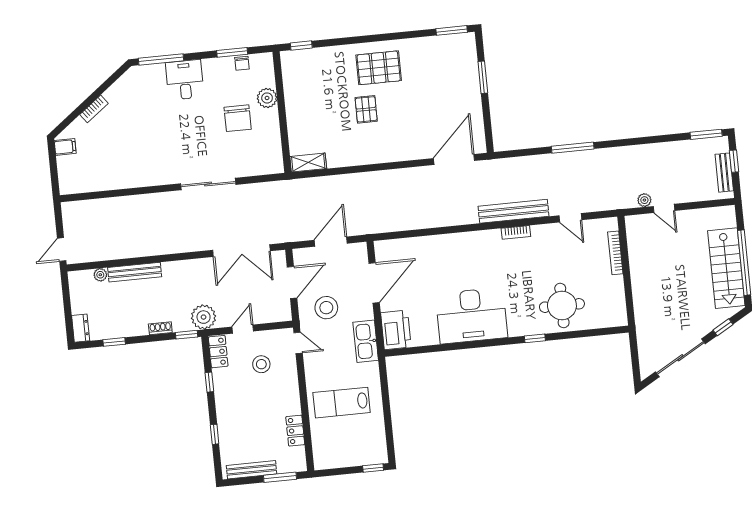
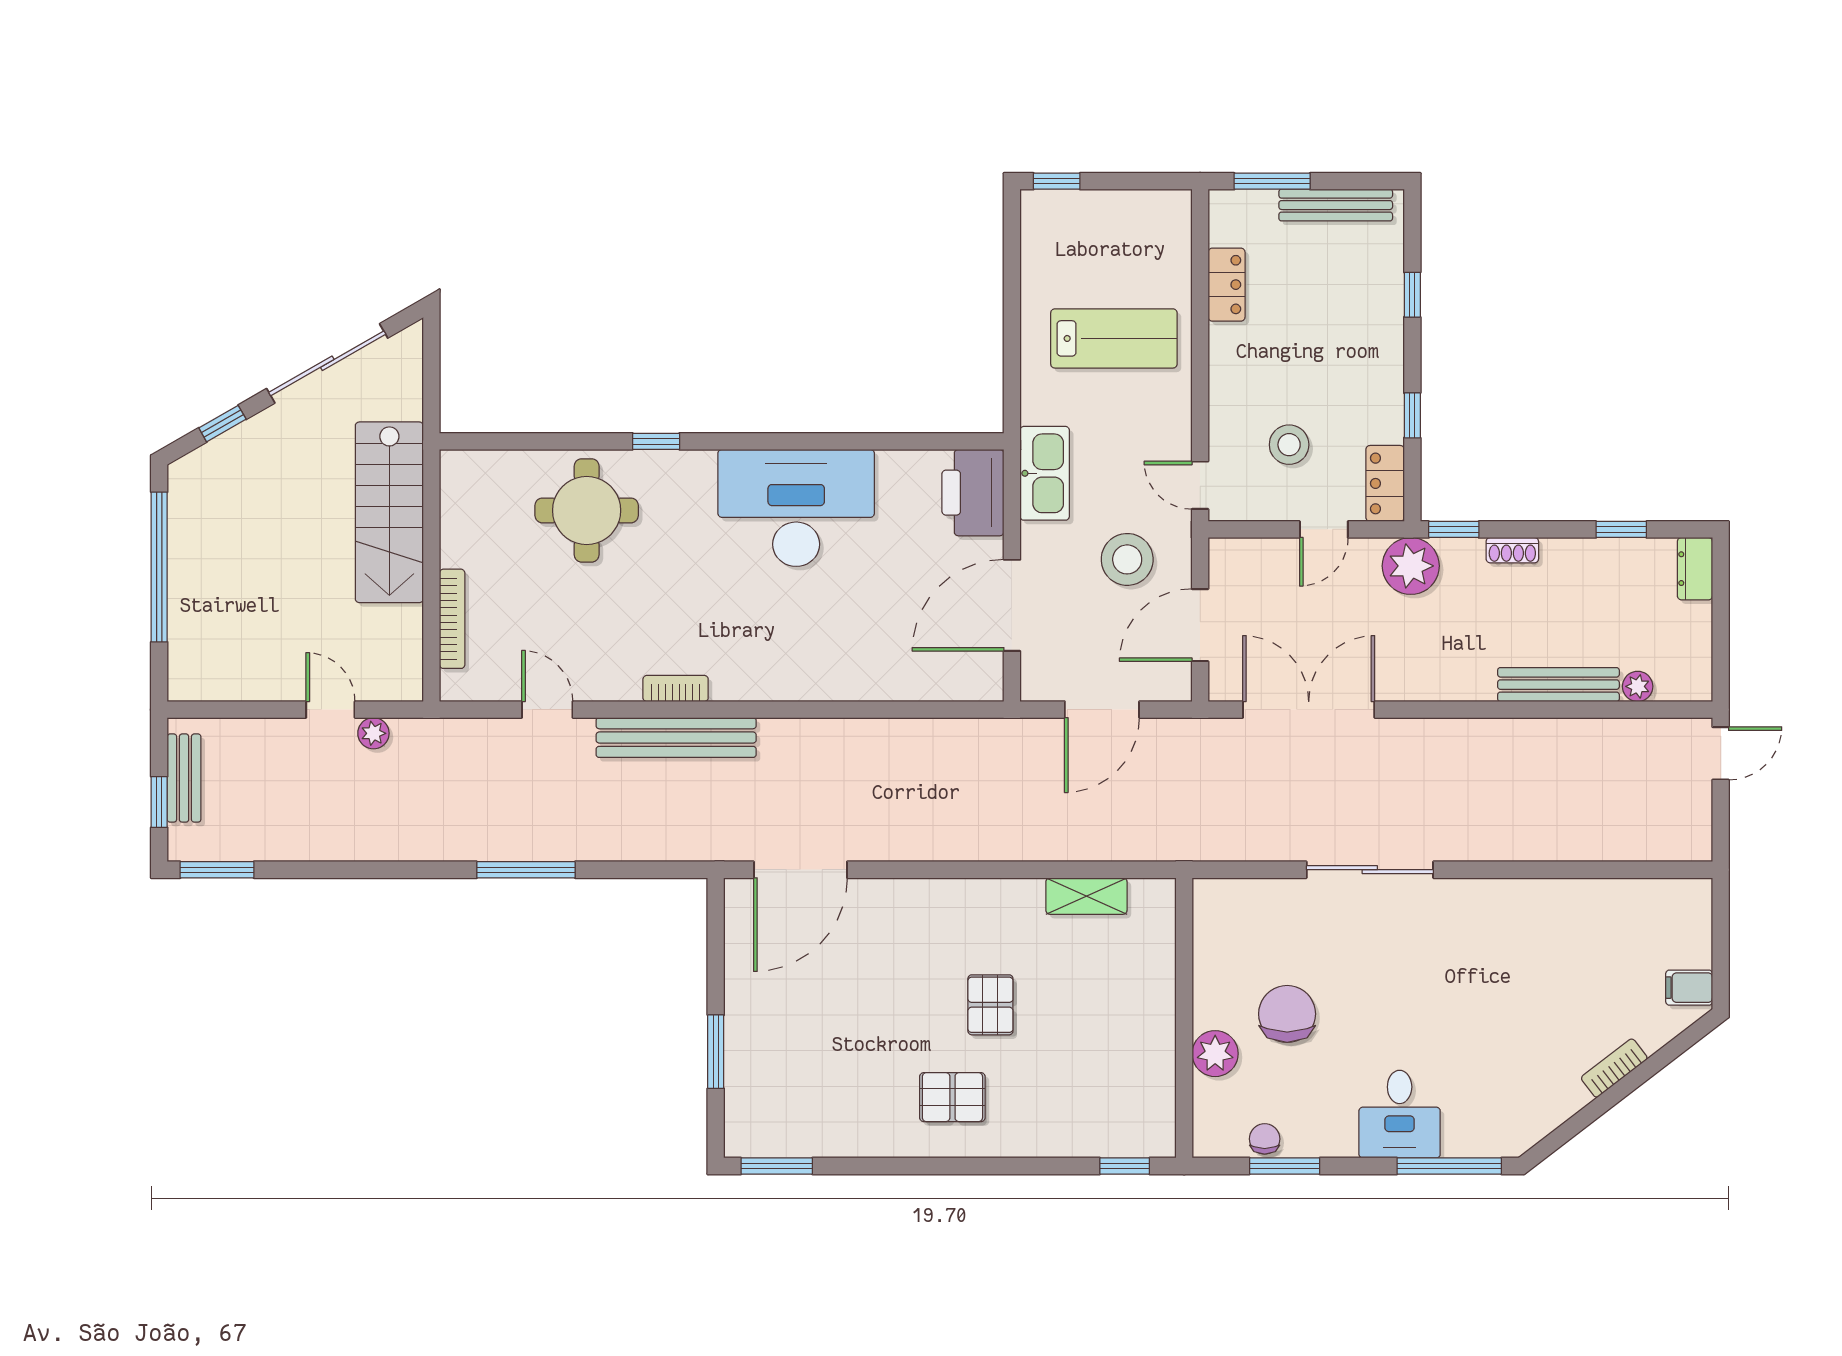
pallet: (379, 68) -> (952, 1097), width x0.67, depth x0.71
shelving: (308, 163) -> (1086, 896), moved
stairs: (726, 268) -> (389, 512), moved, turned 180

